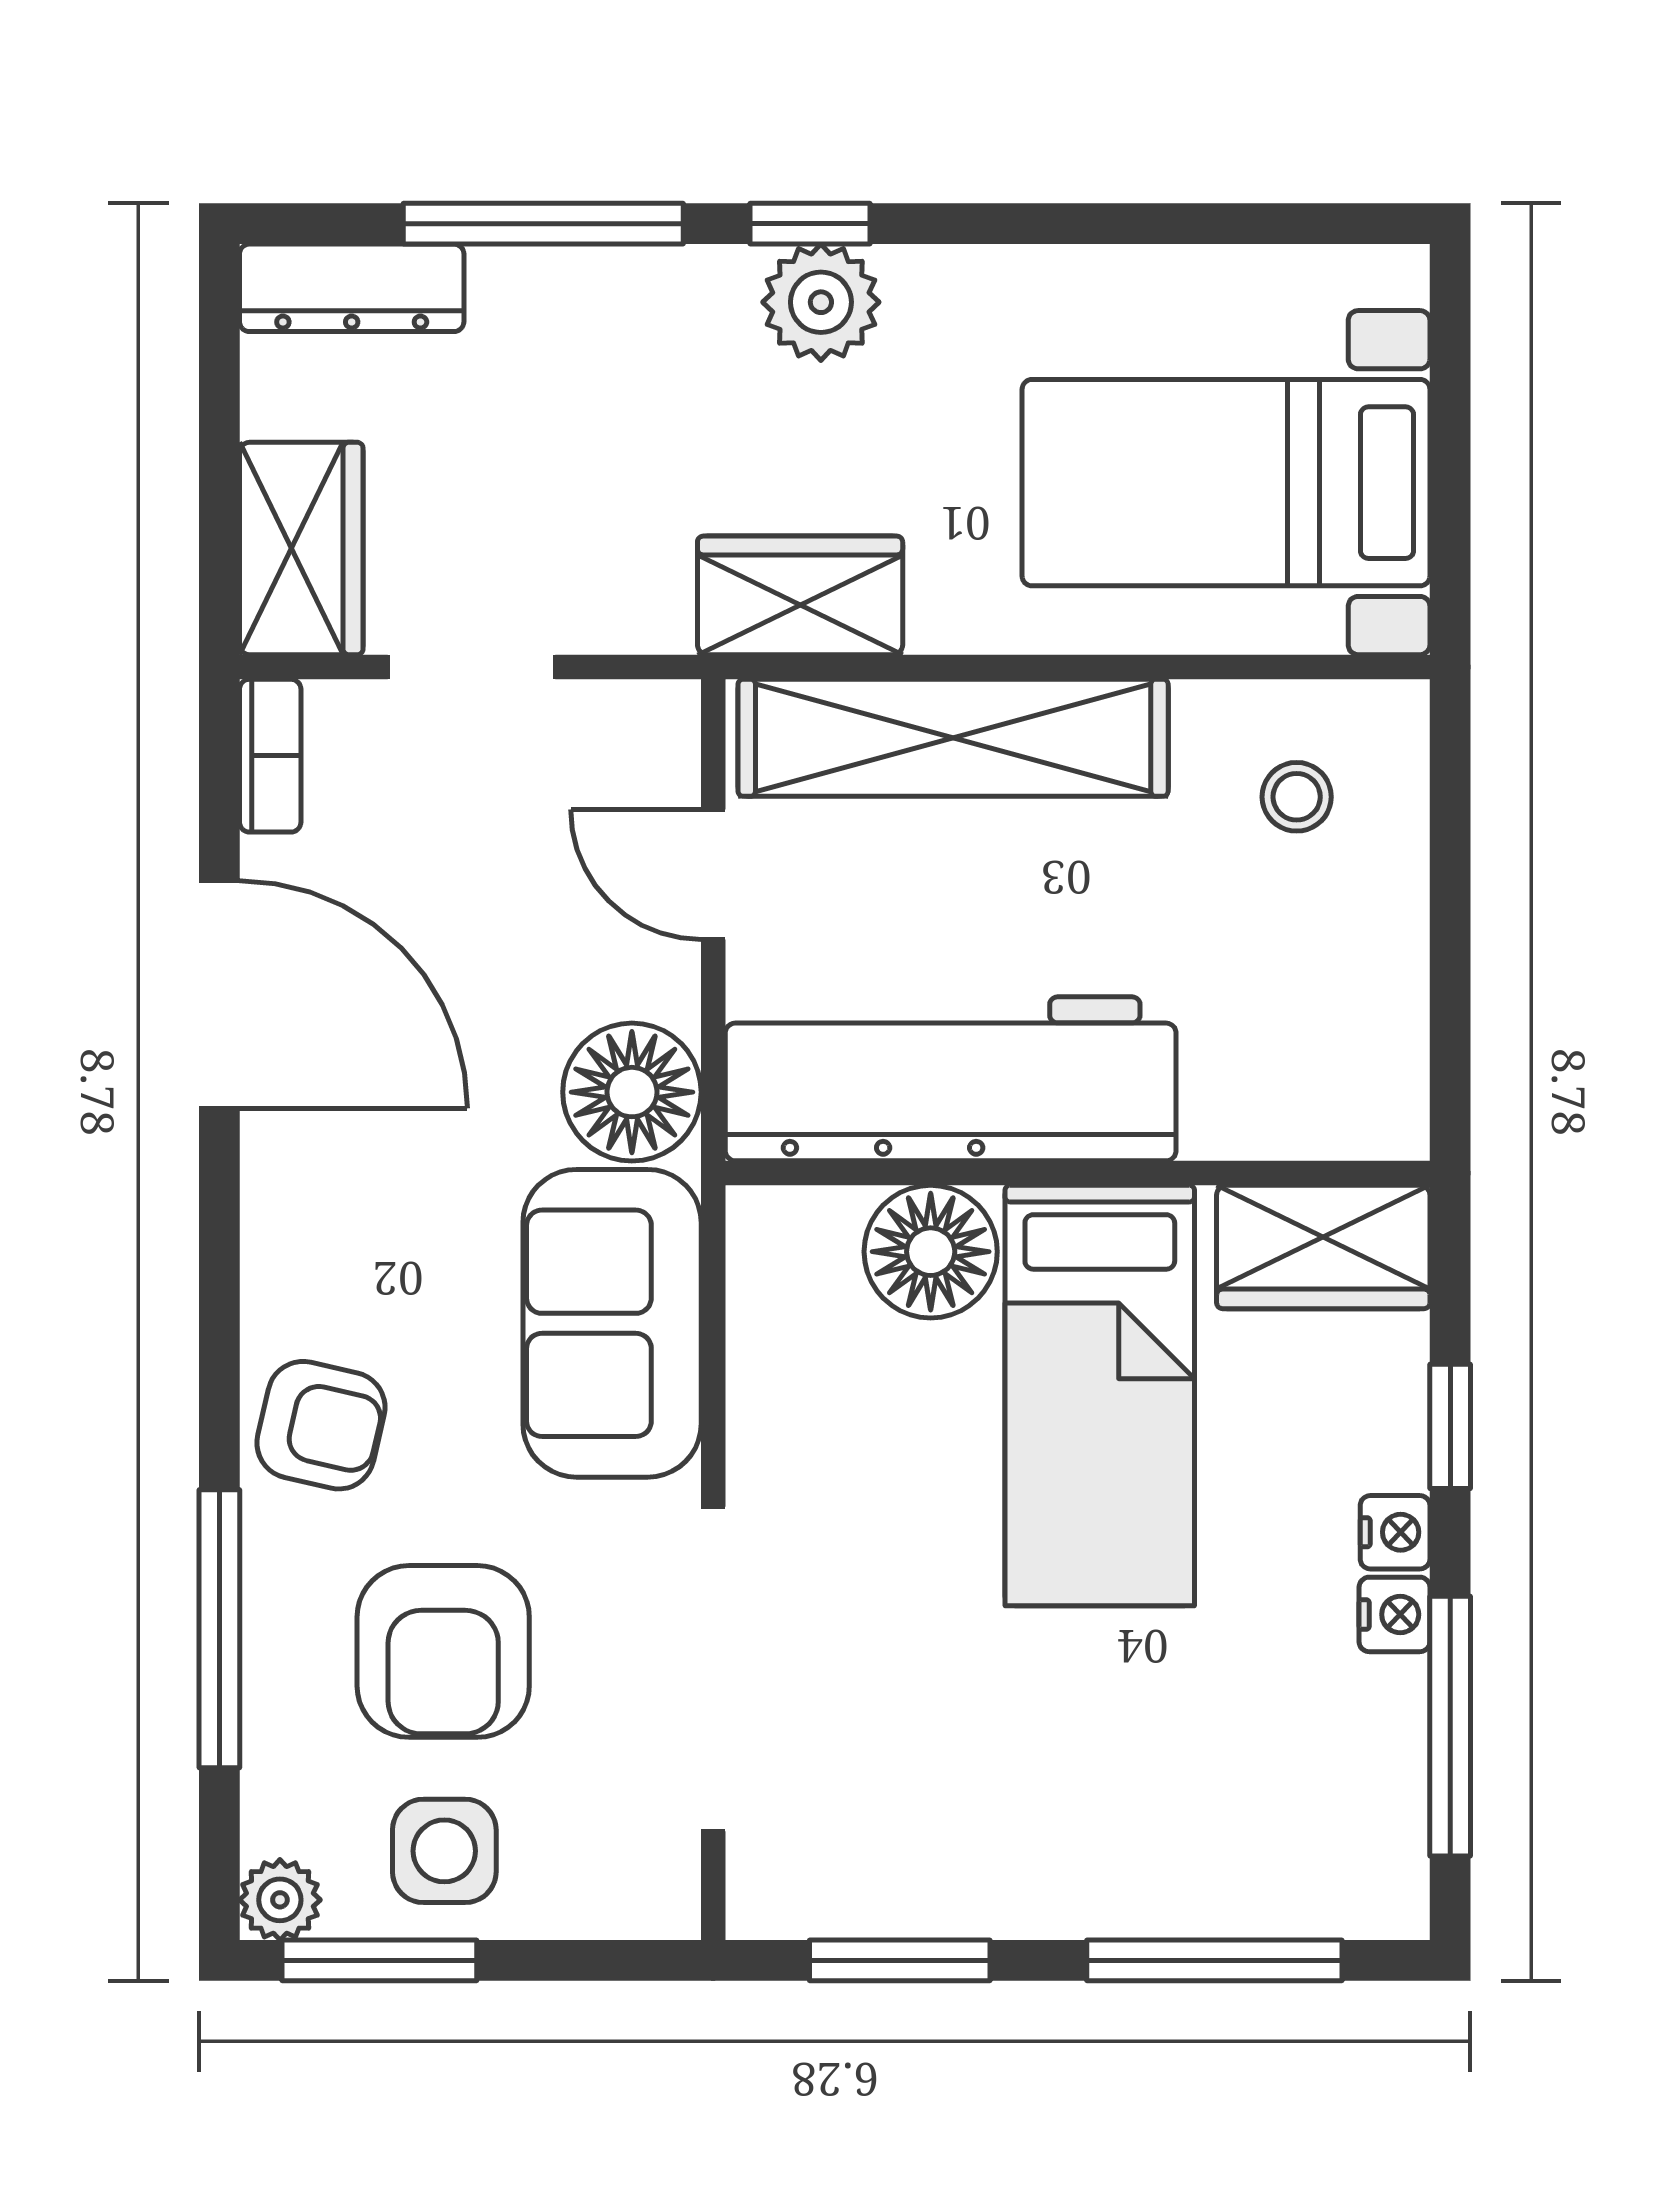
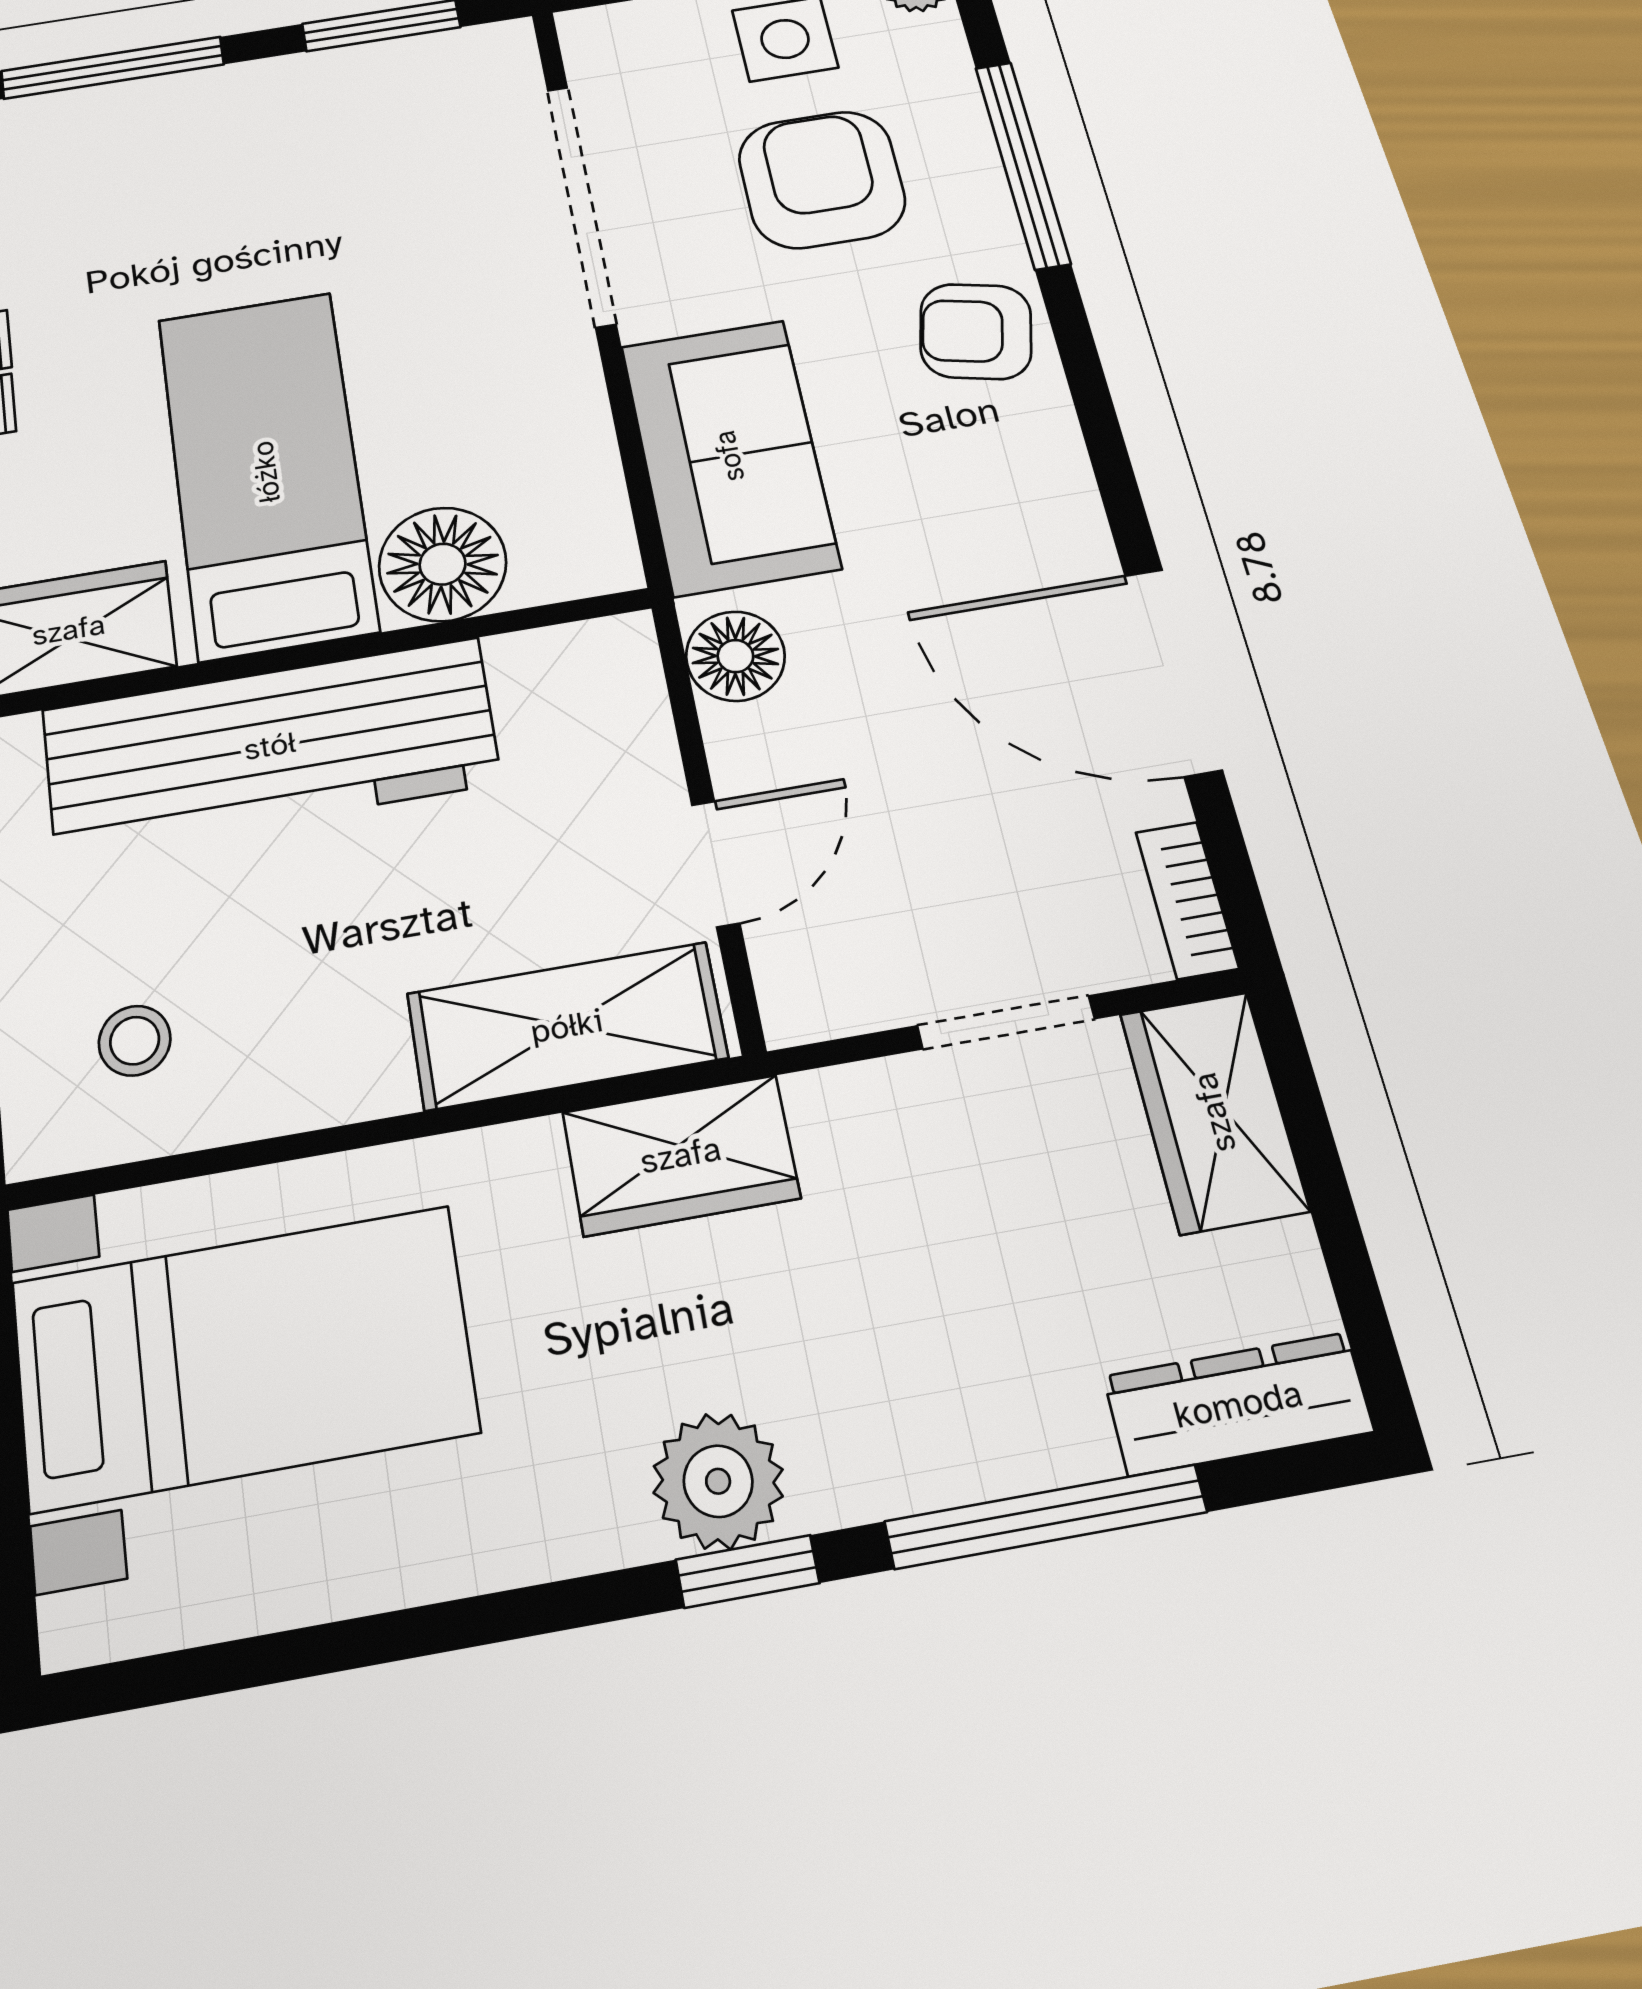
shelving: (953, 738) -> (567, 1026), width x0.68
door: (713, 874) -> (716, 864), hinge flipped
workbench: (951, 1079) -> (270, 746), moved
floor lamp: (632, 1092) -> (735, 656), width x0.73, depth x0.73

